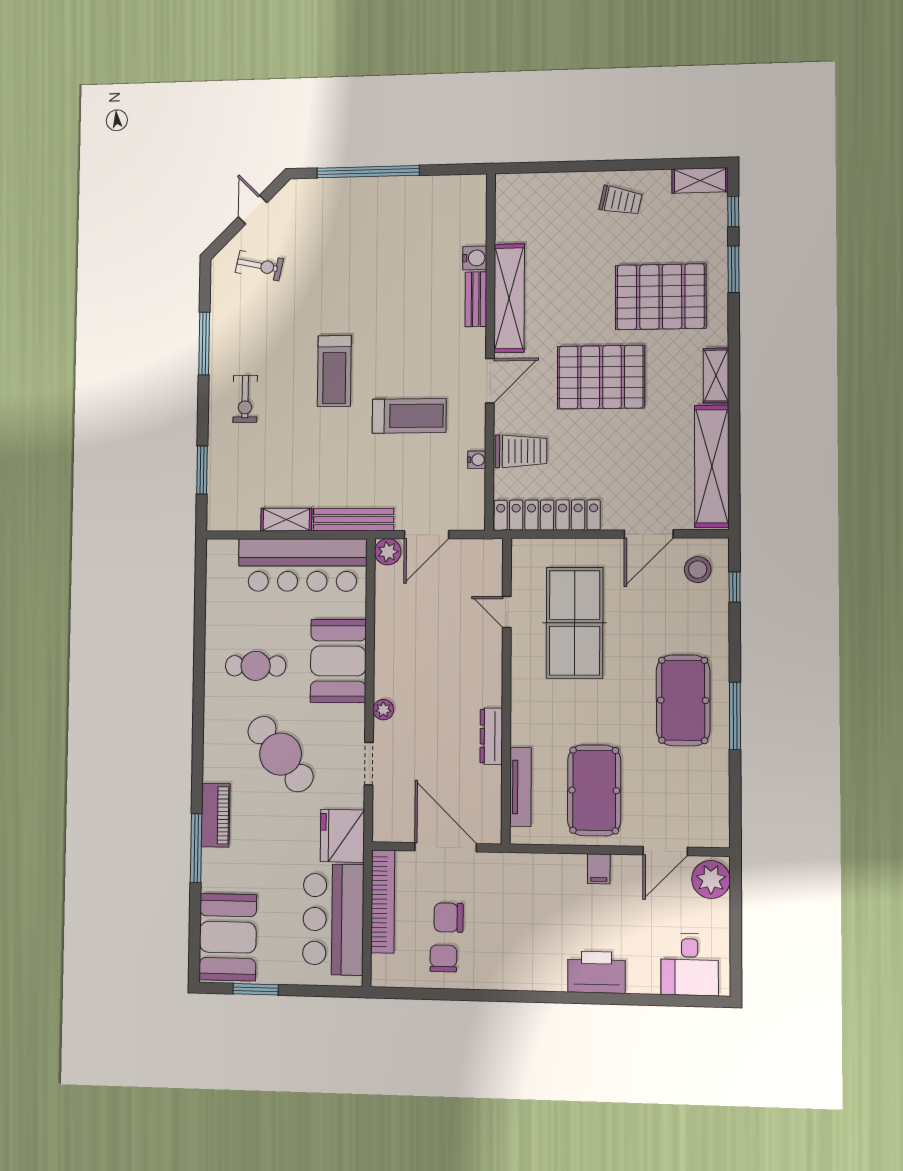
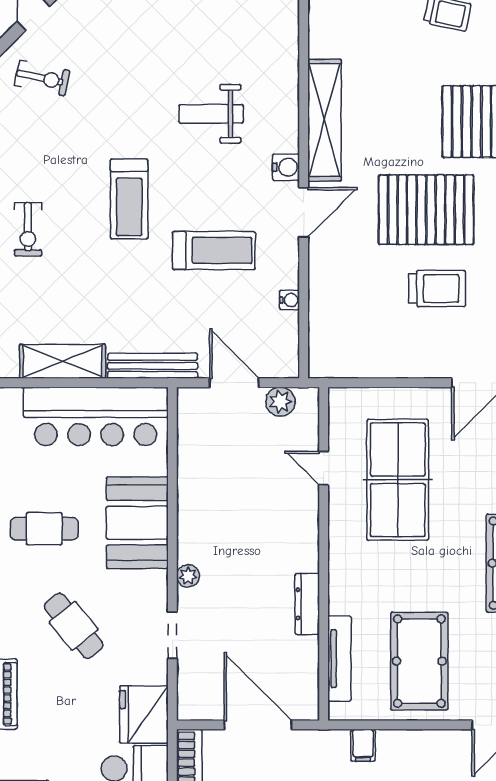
water cooler: (475, 258) -> (286, 167), moved
weight bench: (408, 294) -> (211, 114), added
bench: (476, 299) -> (288, 121), removed
trolley: (521, 451) -> (437, 288), moved
locker: (547, 515) -> (367, 362), removed
shelving: (286, 520) -> (63, 361), width x1.50, depth x1.33
door: (427, 535) -> (234, 383), swing flipped
plant: (388, 552) -> (280, 402), moved
cafe table: (281, 754) -> (74, 626), width x0.73, depth x0.74
filing cabinet: (599, 869) -> (363, 745), moved

